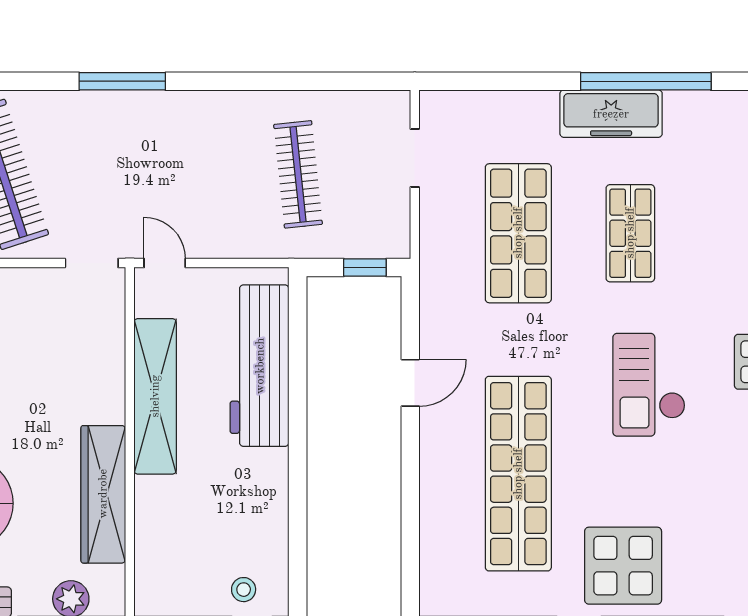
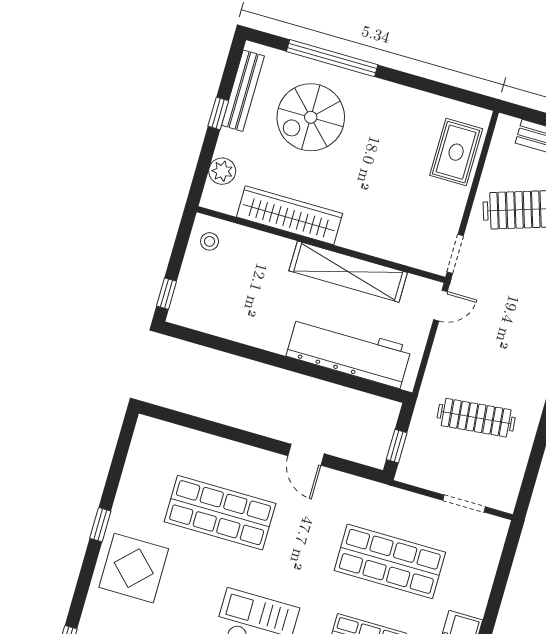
shop shelf: (518, 474) -> (220, 513), width x0.71
stool: (244, 590) -> (210, 241), moved

